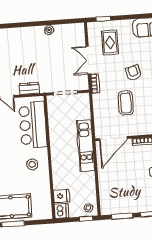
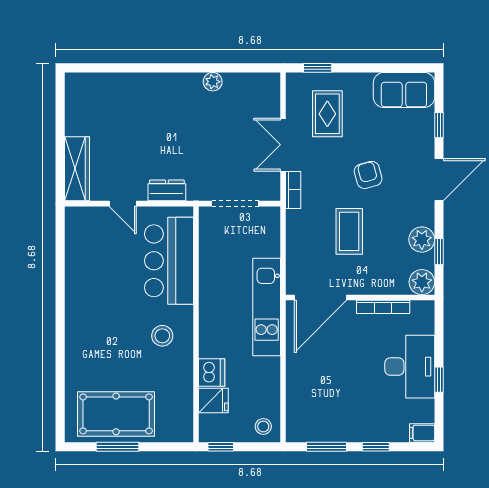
dishwasher: (61, 211) -> (212, 372), moved
window: (86, 219) -> (221, 447), moved

